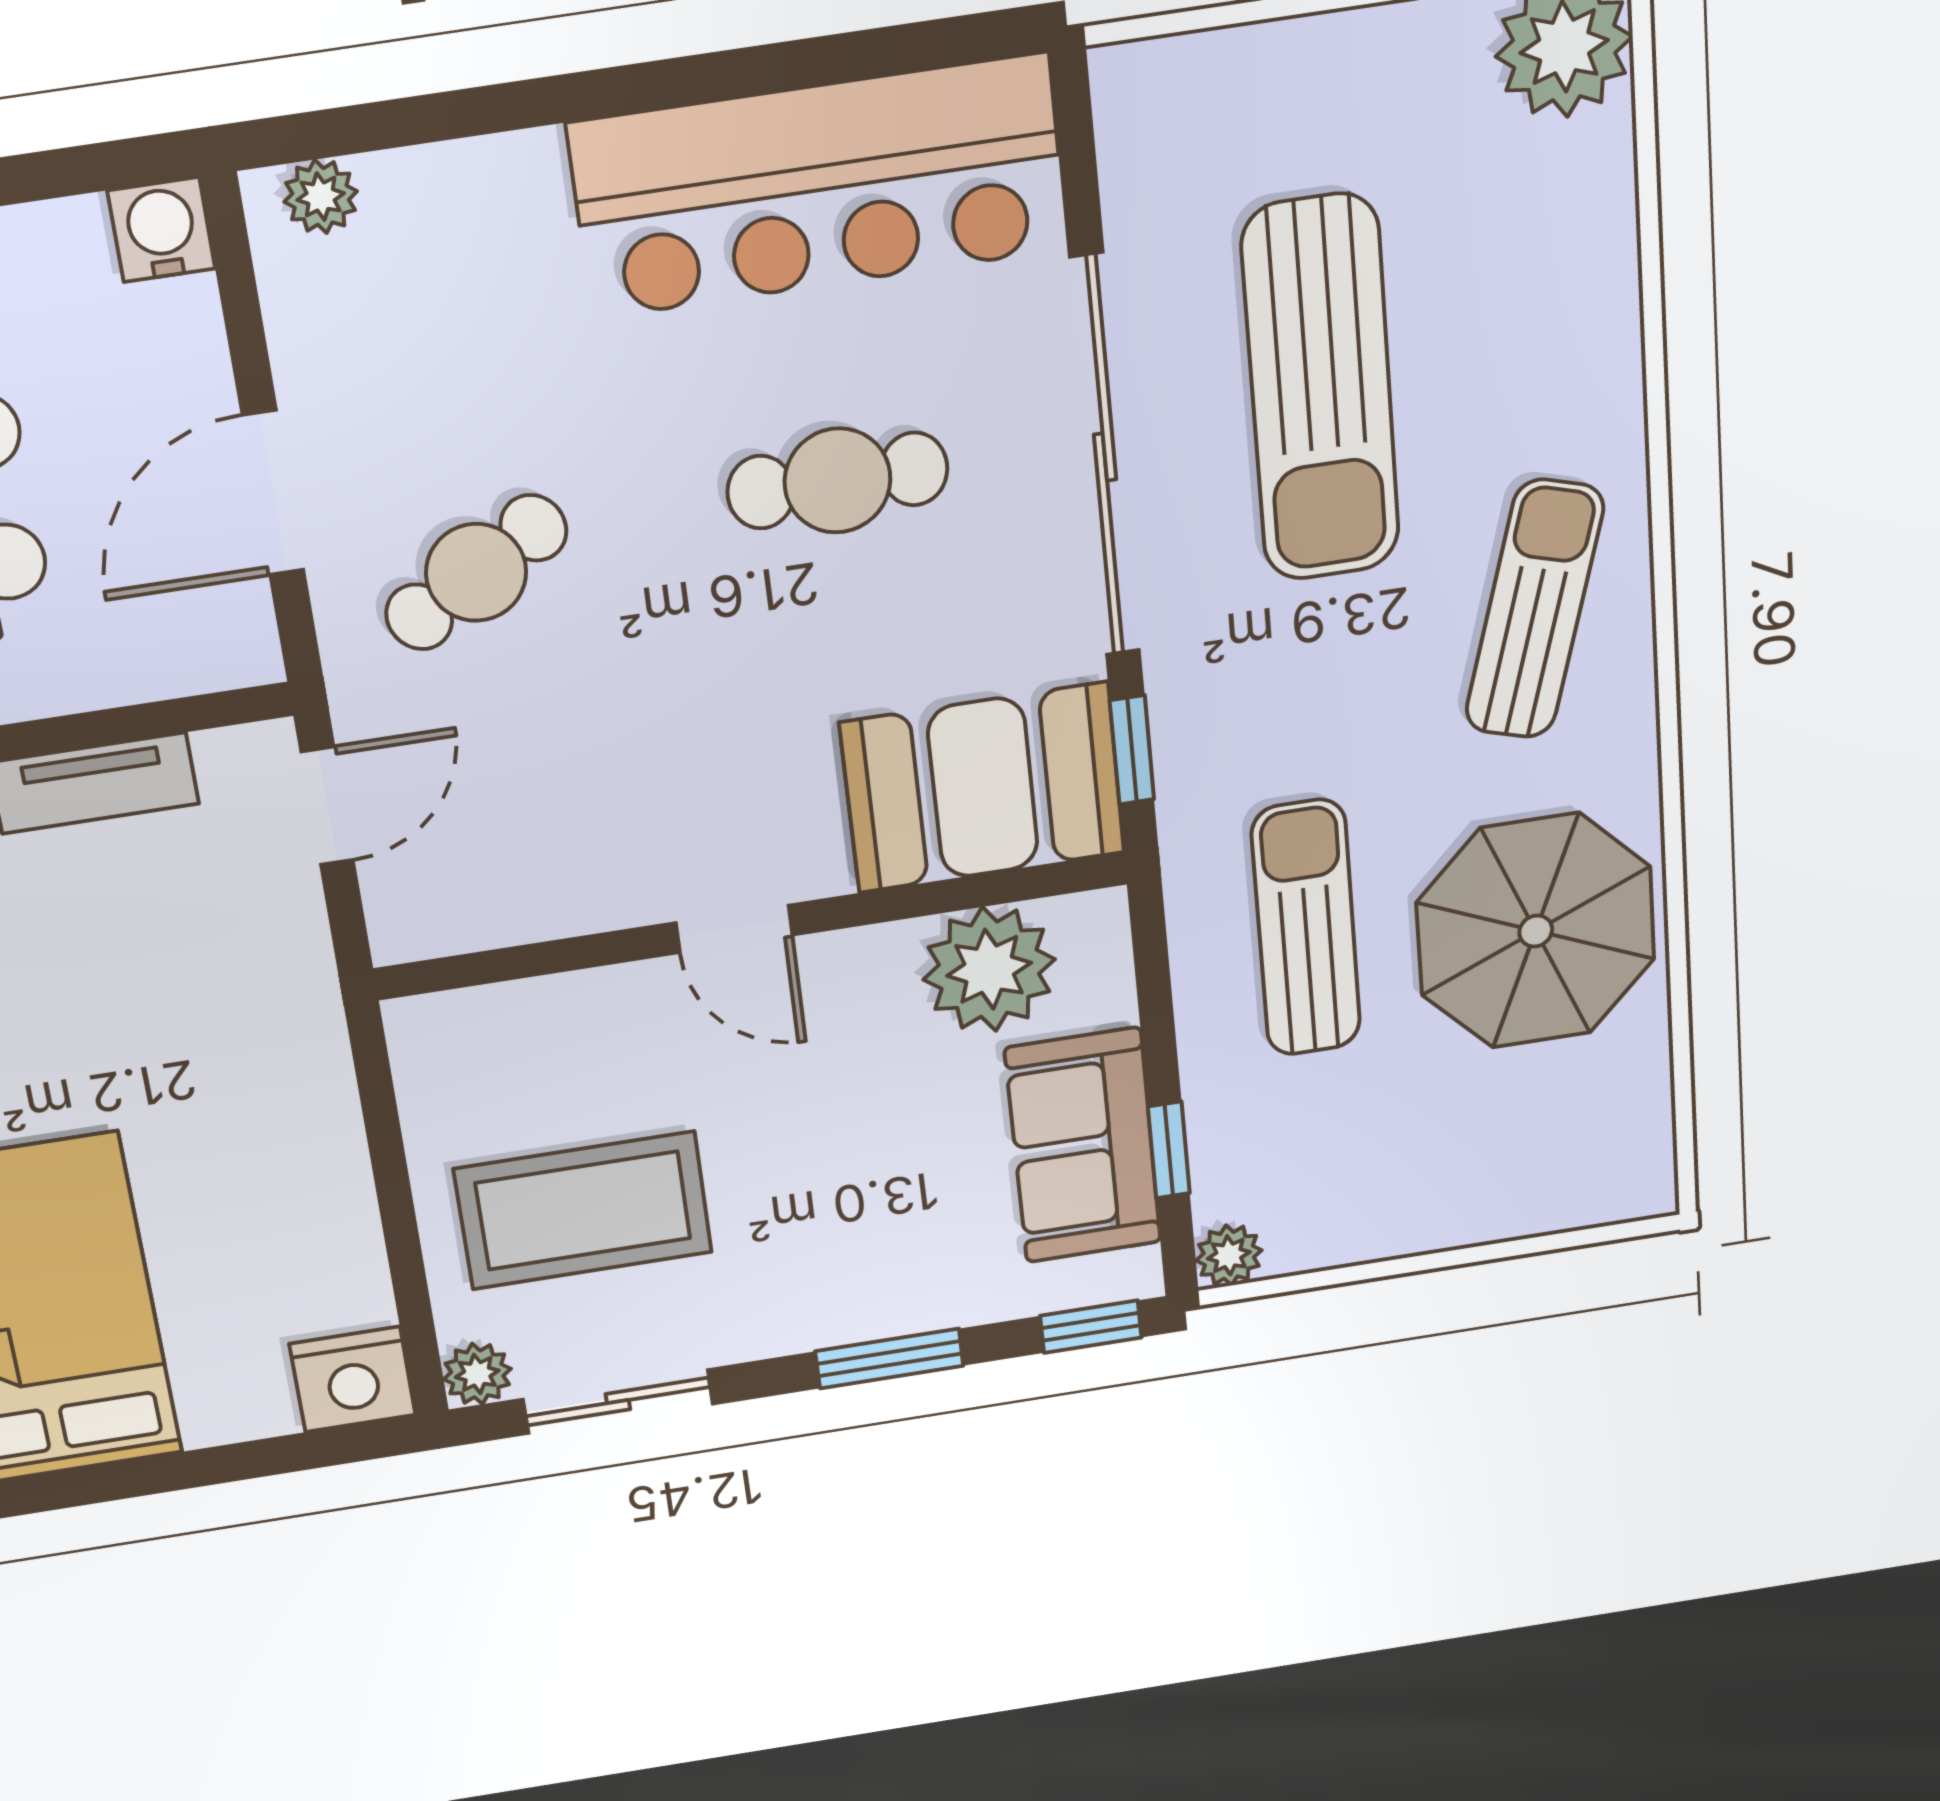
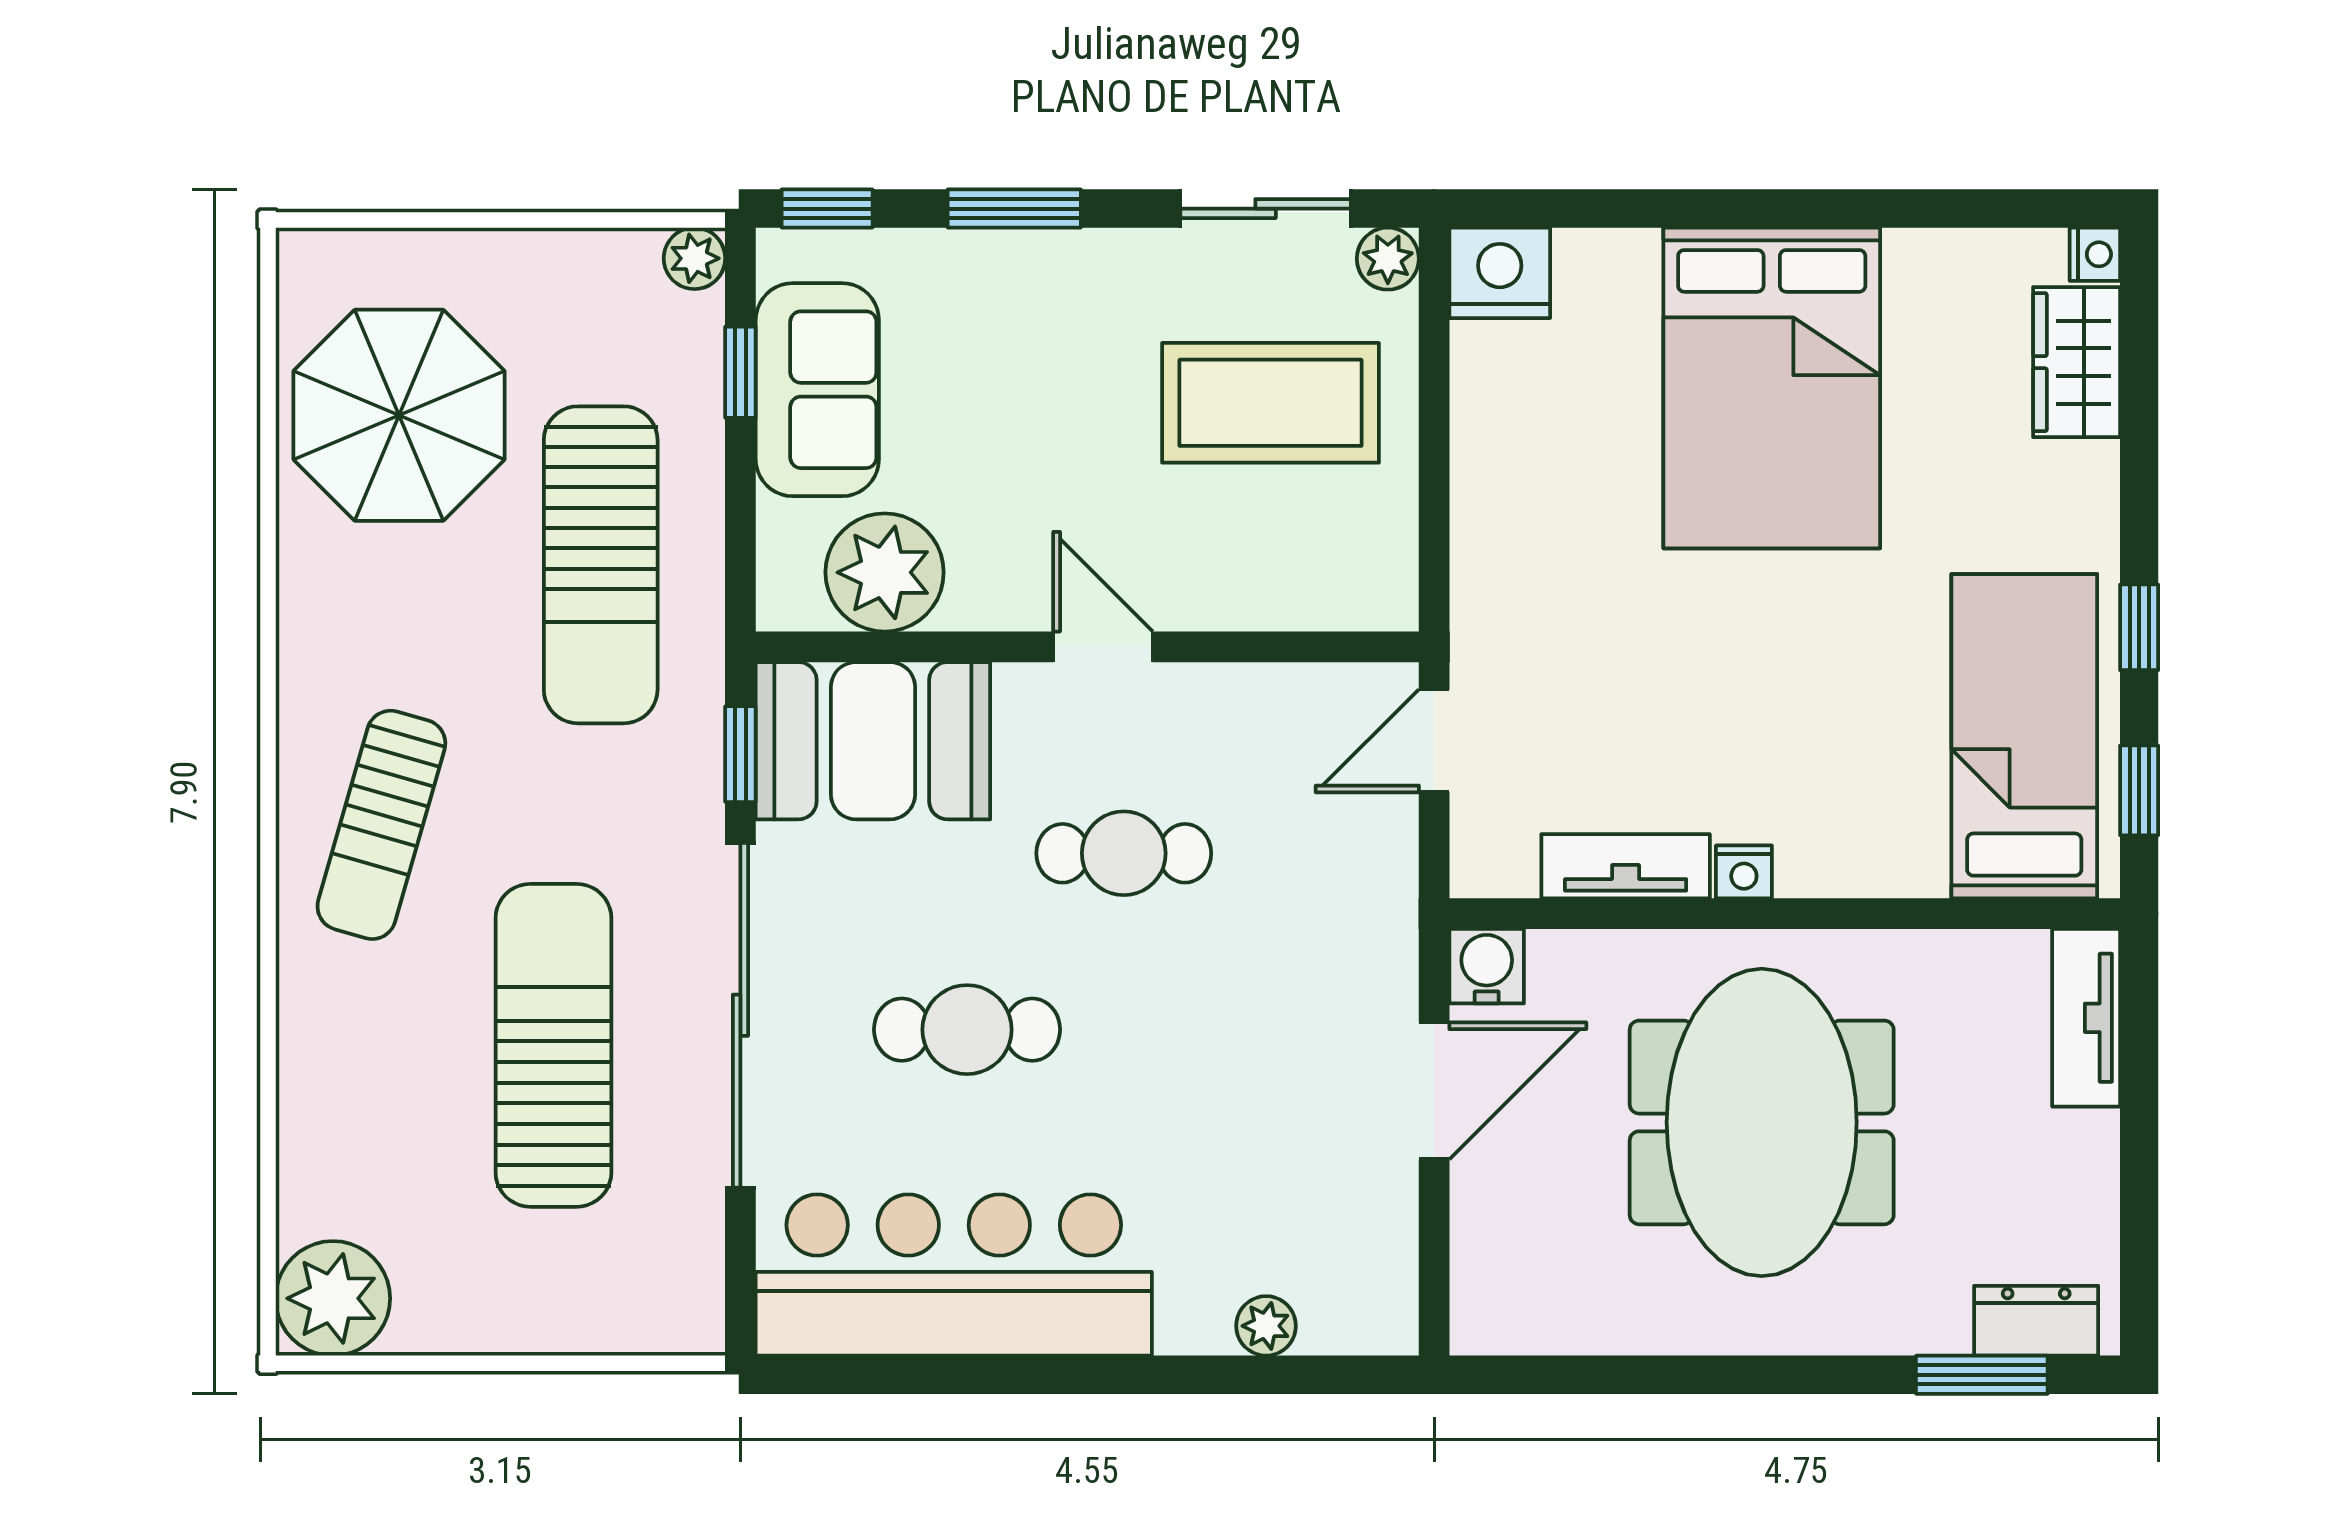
plant: (321, 197) -> (1266, 1326), moved
water cooler: (161, 230) -> (1487, 966), moved, turned 180
cafe table: (476, 572) -> (1124, 853), moved, turned 30
door: (327, 806) -> (1434, 741), moved
sun lounger: (1306, 928) -> (601, 565), width x1.36, depth x1.34
parasol: (1536, 931) -> (399, 415), moved

